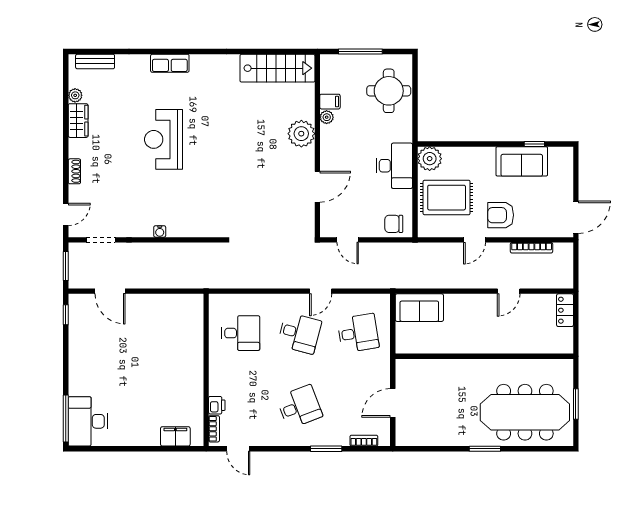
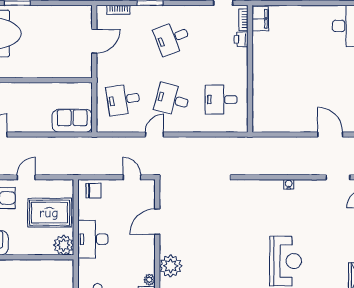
filing cabinet: (175, 436) -> (260, 19), moved, turned -90

